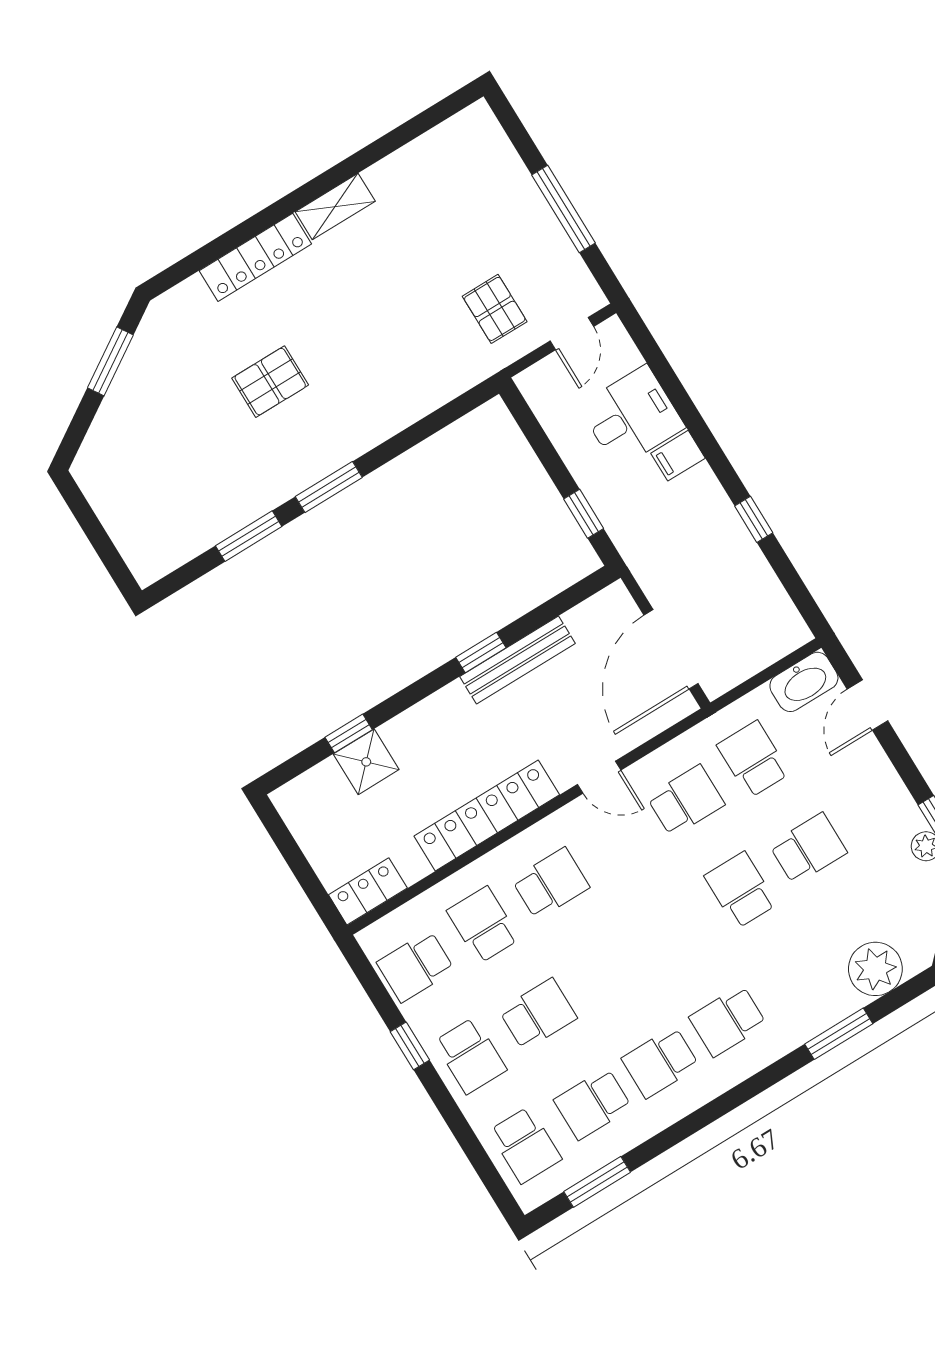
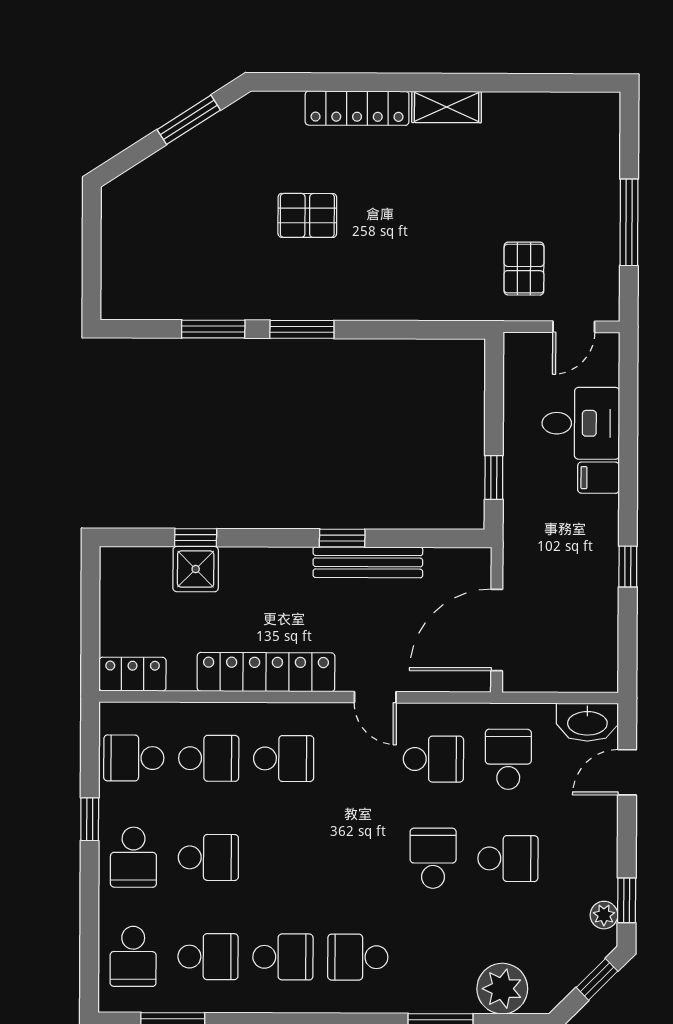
school desk: (483, 925) -> (209, 758), turned 90
school desk: (660, 1062) -> (283, 957), turned 180
school desk: (593, 1104) -> (208, 957), turned 180

